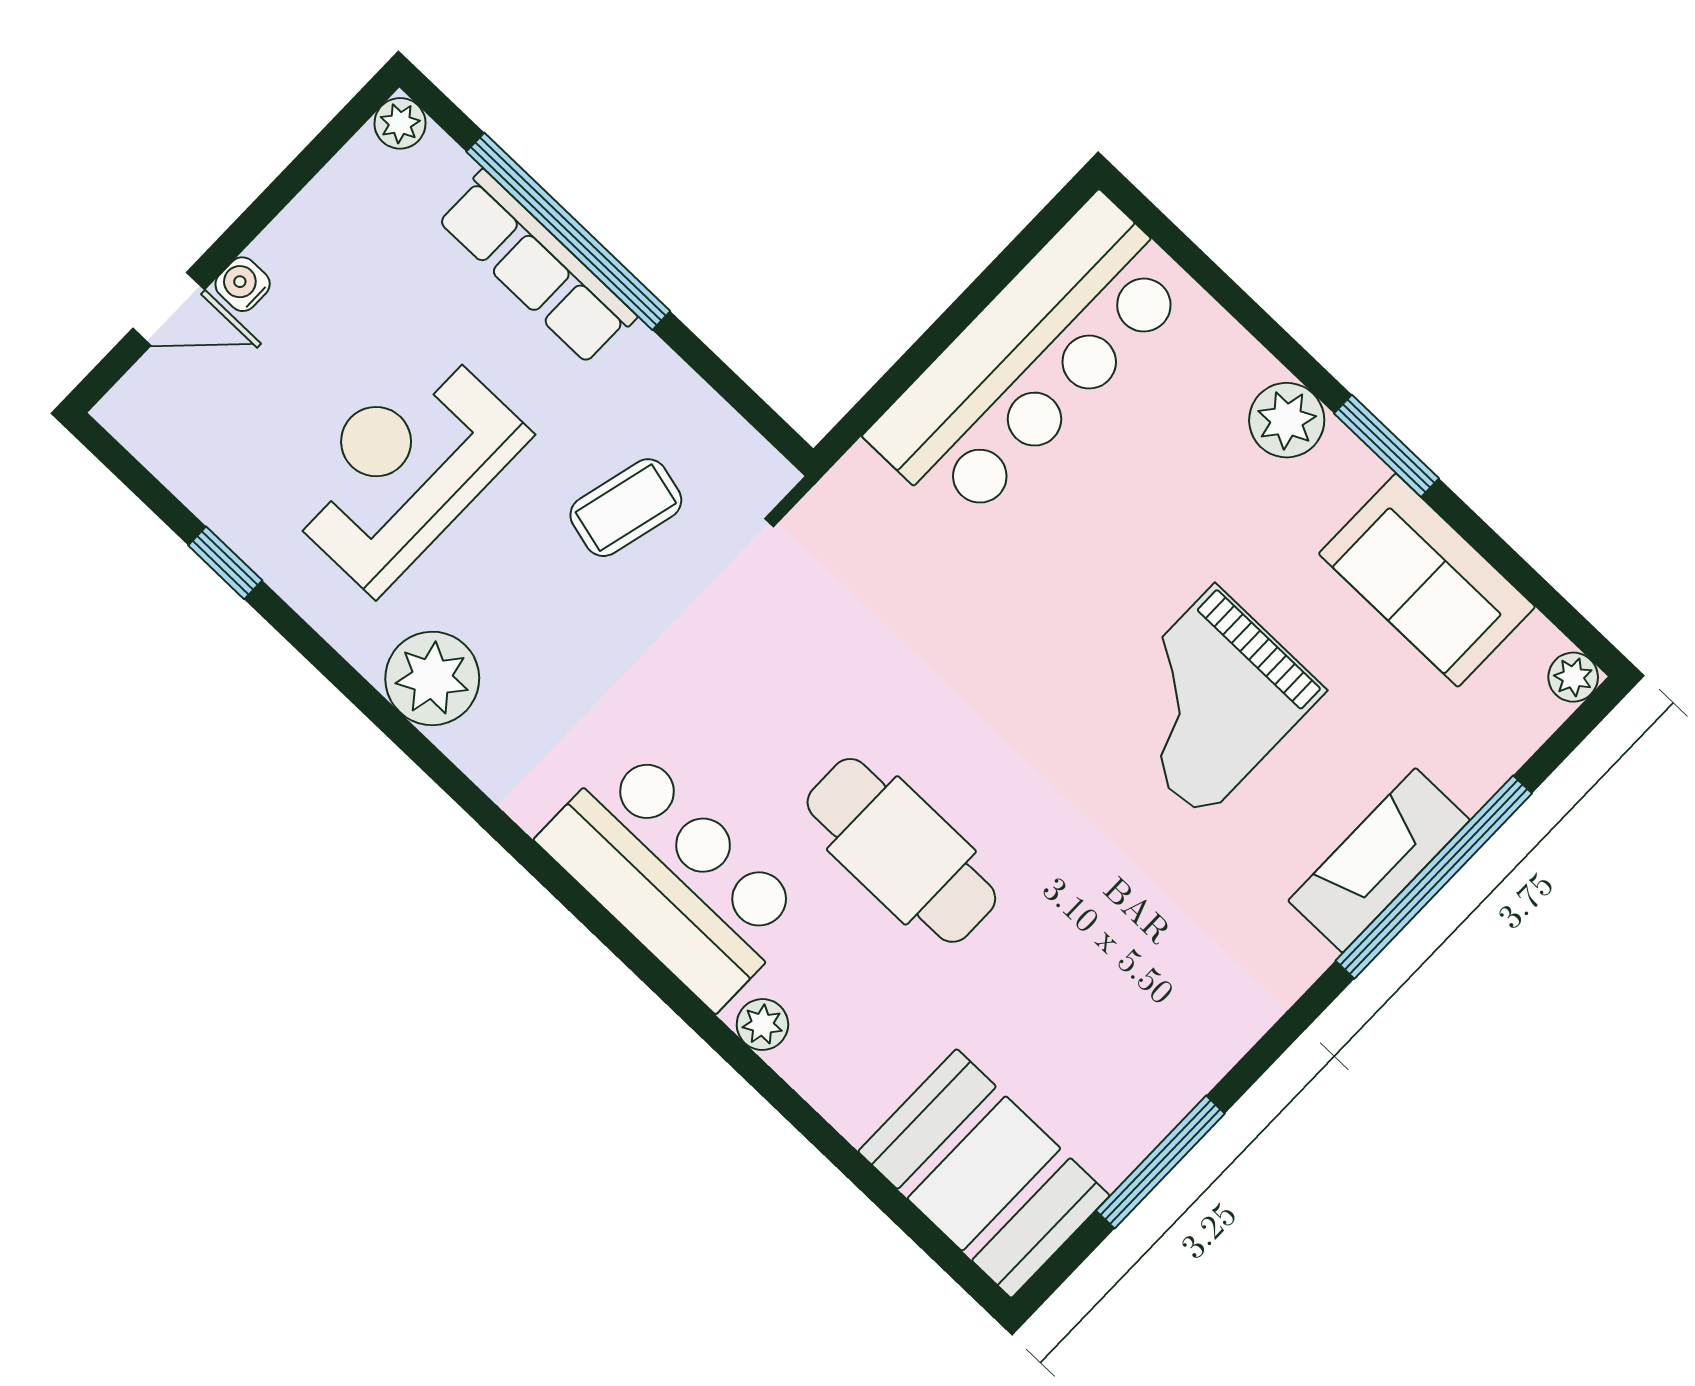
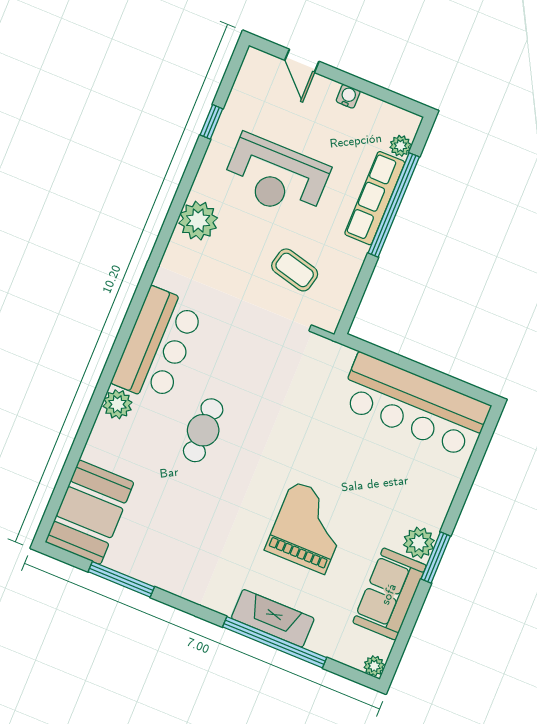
plant: (400, 123) -> (400, 146), moved
water cooler: (243, 284) -> (348, 96), moved
plant: (1287, 420) -> (419, 543), moved
reception desk: (403, 468) -> (276, 177), turned 180
grand piano: (1209, 702) -> (309, 527), turned 90
cafe table: (901, 850) -> (203, 430), width x0.73, depth x0.74
plant: (762, 1025) -> (117, 404), width x1.38, depth x1.38

